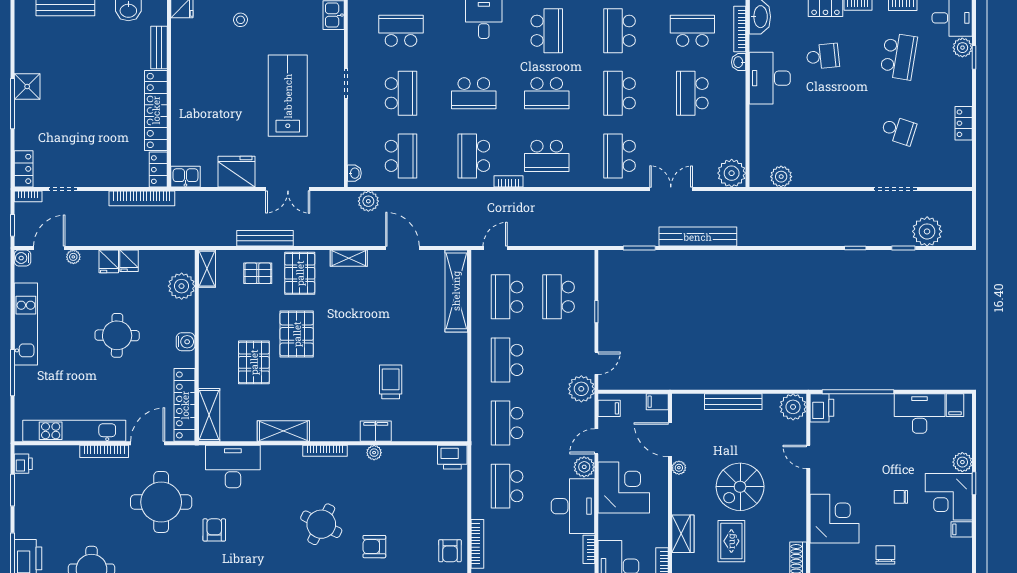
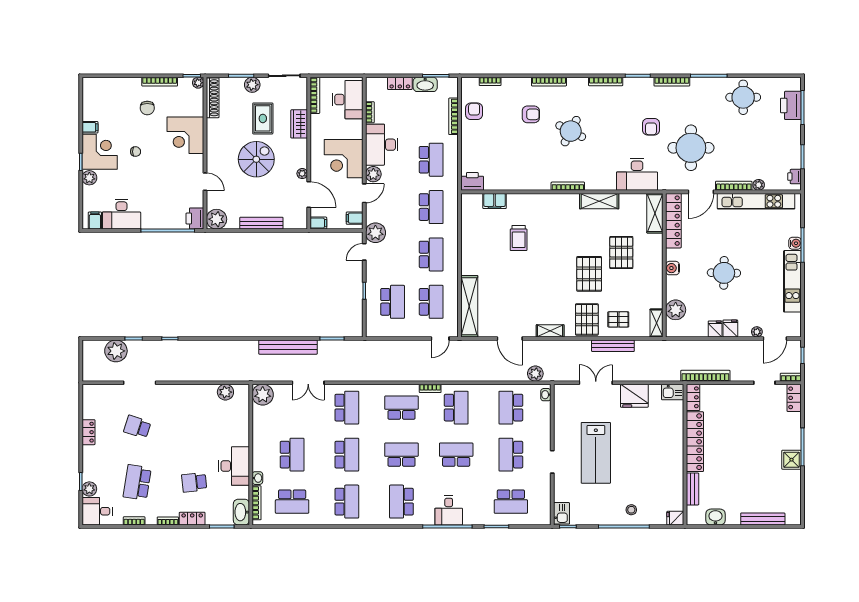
water cooler: (22, 258) -> (795, 243), moved
filing cabinet: (376, 431) -> (495, 201), moved
plant: (374, 453) -> (759, 185), moved

